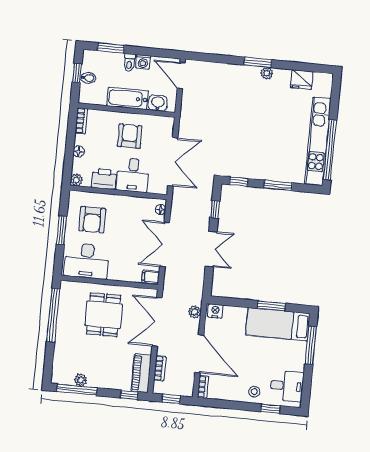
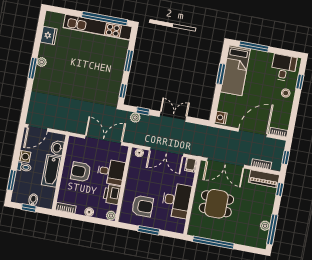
desk: (87, 261) -> (176, 200), moved
plant: (195, 312) -> (135, 118), moved

